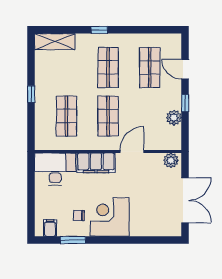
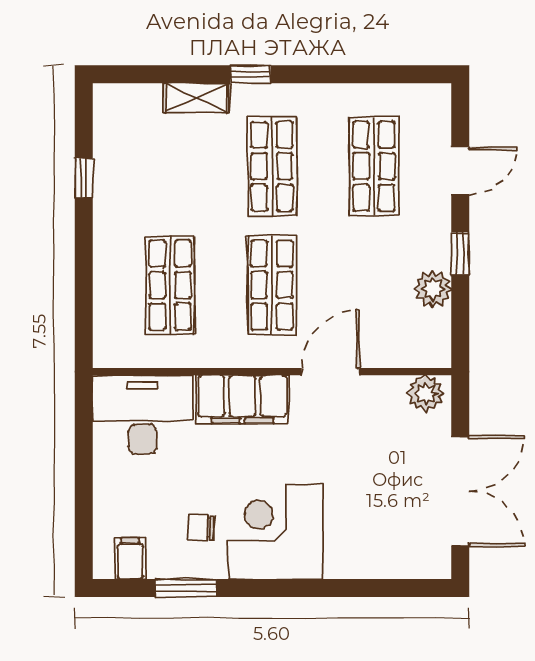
shelving: (55, 42) -> (196, 98), moved, width x0.67, depth x0.75
door: (185, 69) -> (460, 171), swing flipped
window: (31, 94) -> (84, 178), moved

